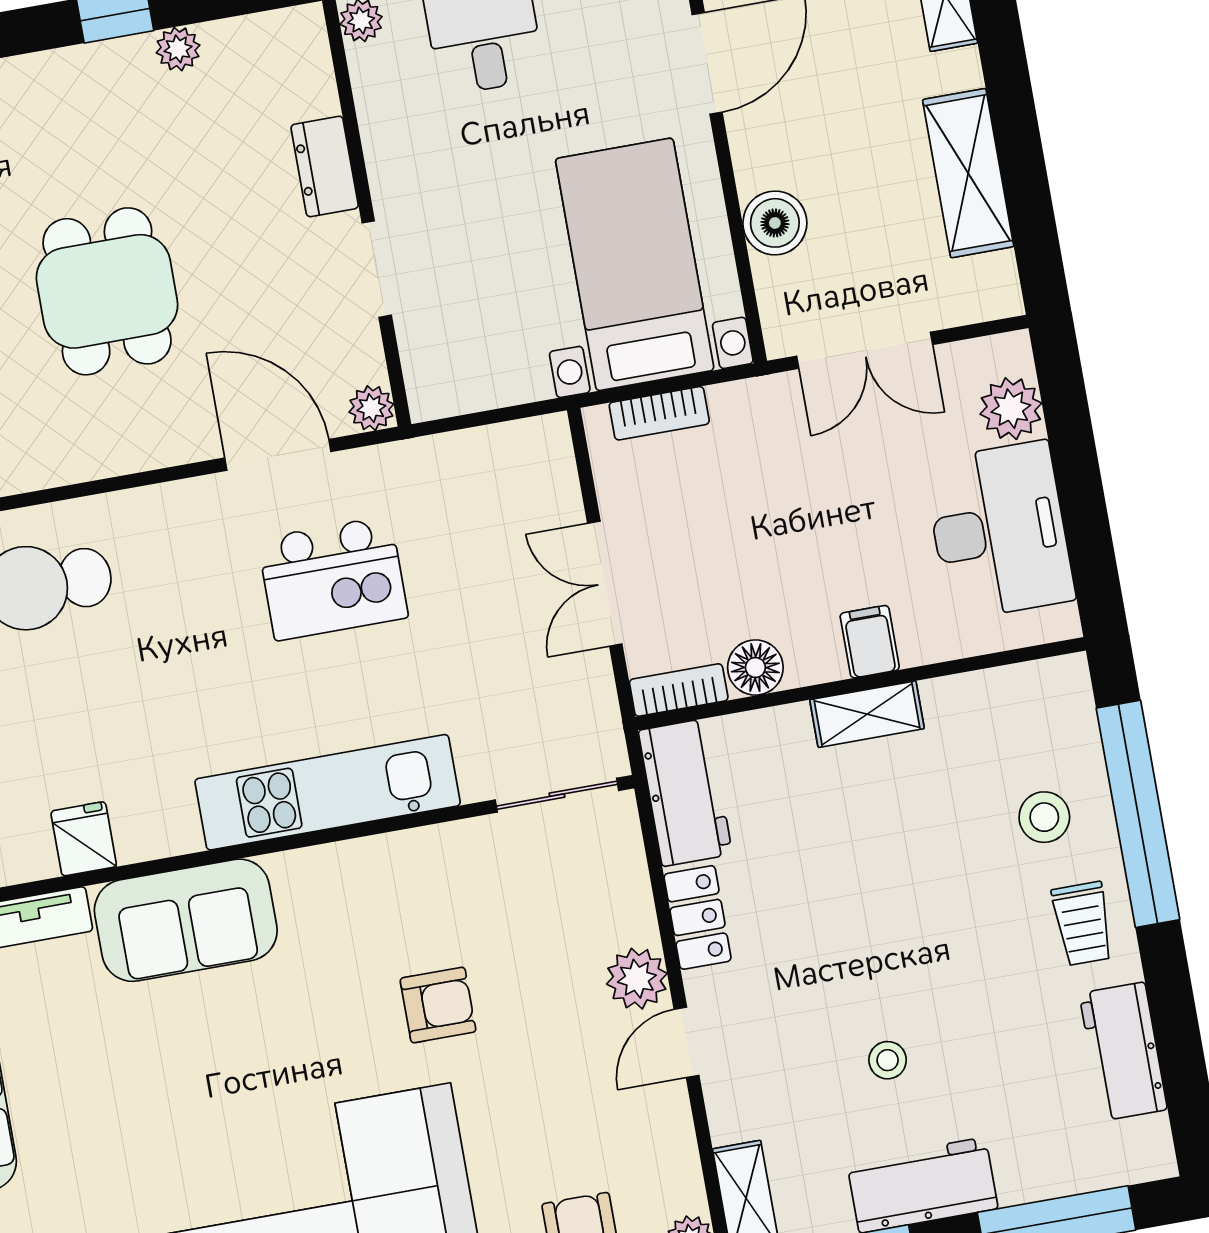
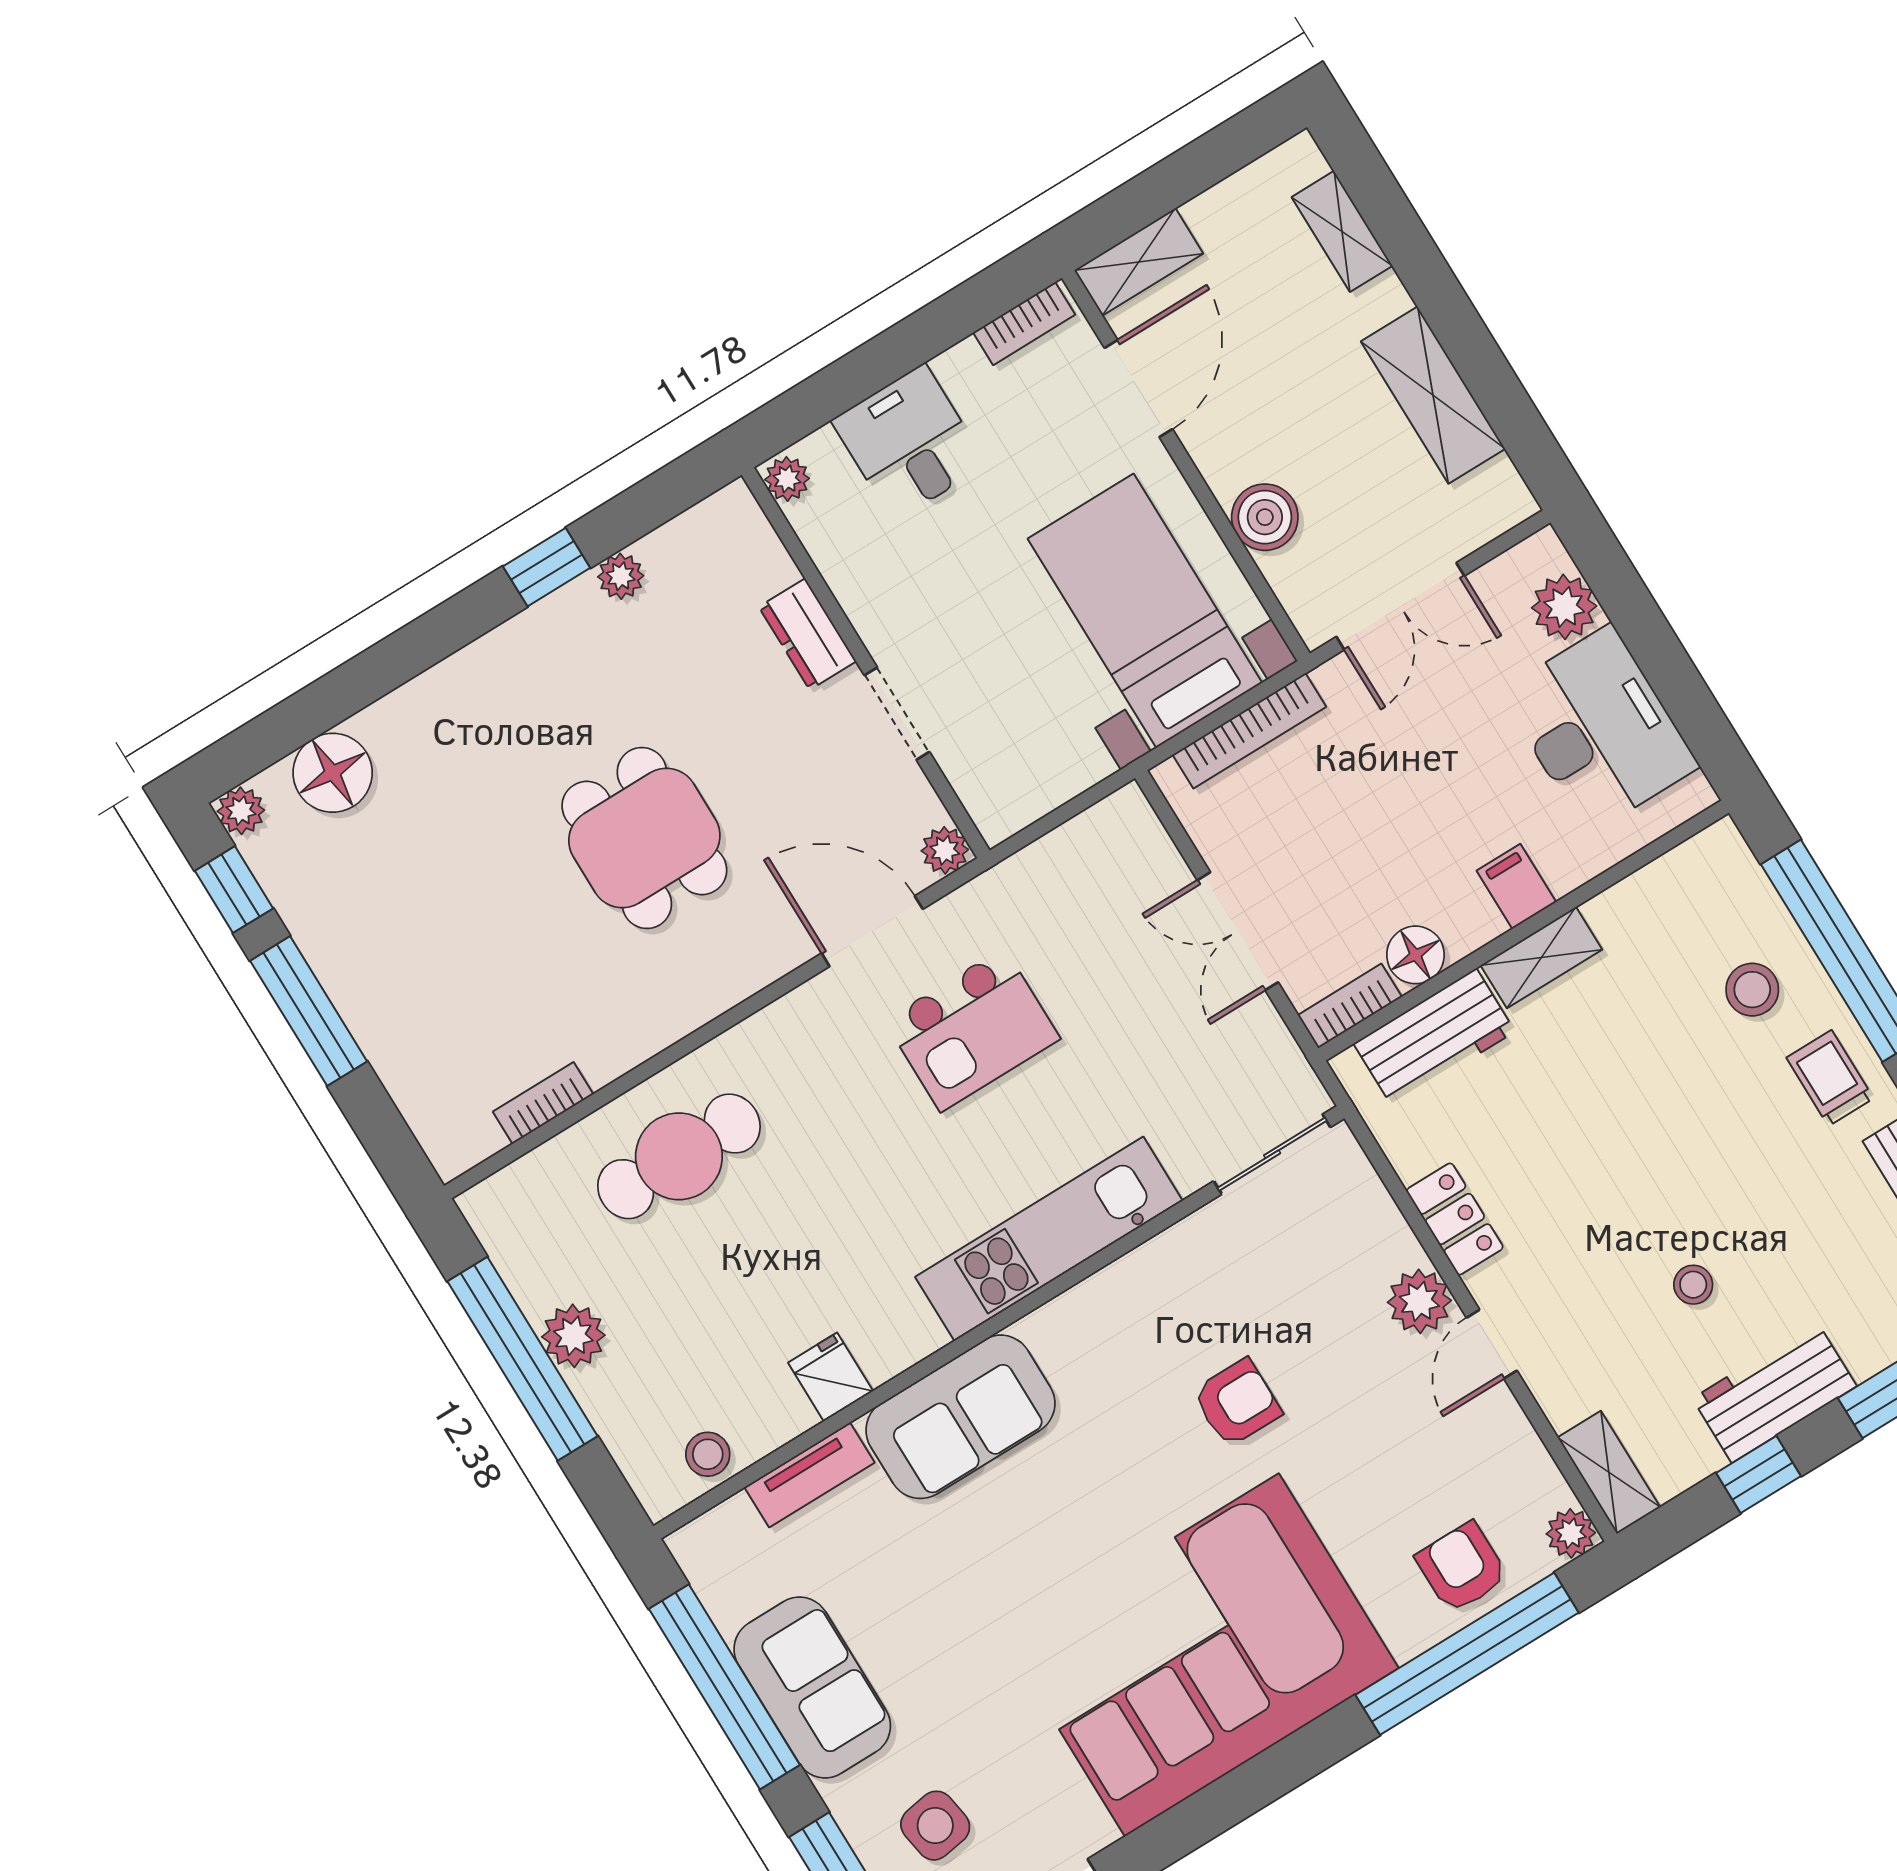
bookcase: (659, 413) -> (1249, 731), width x1.56
workbench: (685, 792) -> (1434, 1038), moved, turned 90
trolley: (1083, 924) -> (1830, 1078), turned 180

